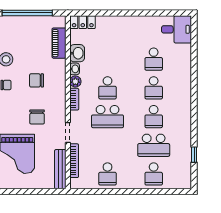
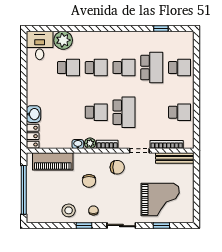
piano: (59, 43) -> (53, 161), width x1.37, depth x1.33
washbasin: (77, 53) -> (33, 114), moved, turned 90
plant: (182, 54) -> (63, 40), added
chair: (37, 117) -> (117, 167), moved

